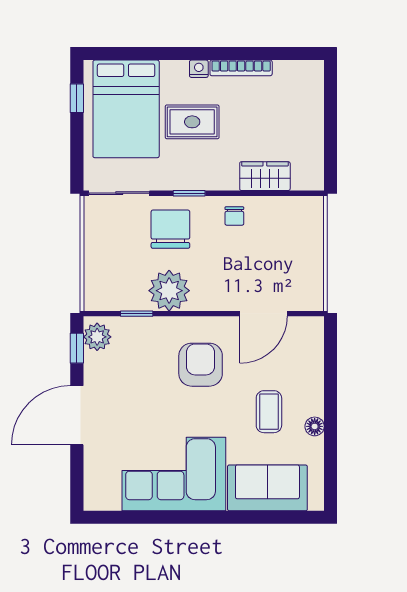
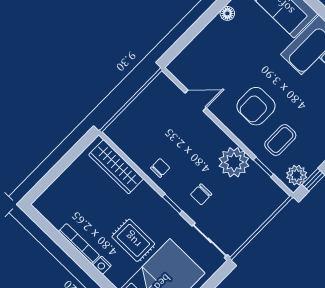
wardrobe: (265, 176) -> (116, 167), width x1.50
chair: (170, 229) -> (201, 194), width x0.54, depth x0.54
door: (263, 314) -> (196, 100), width x0.73
coffee table: (269, 412) -> (280, 140), moved

